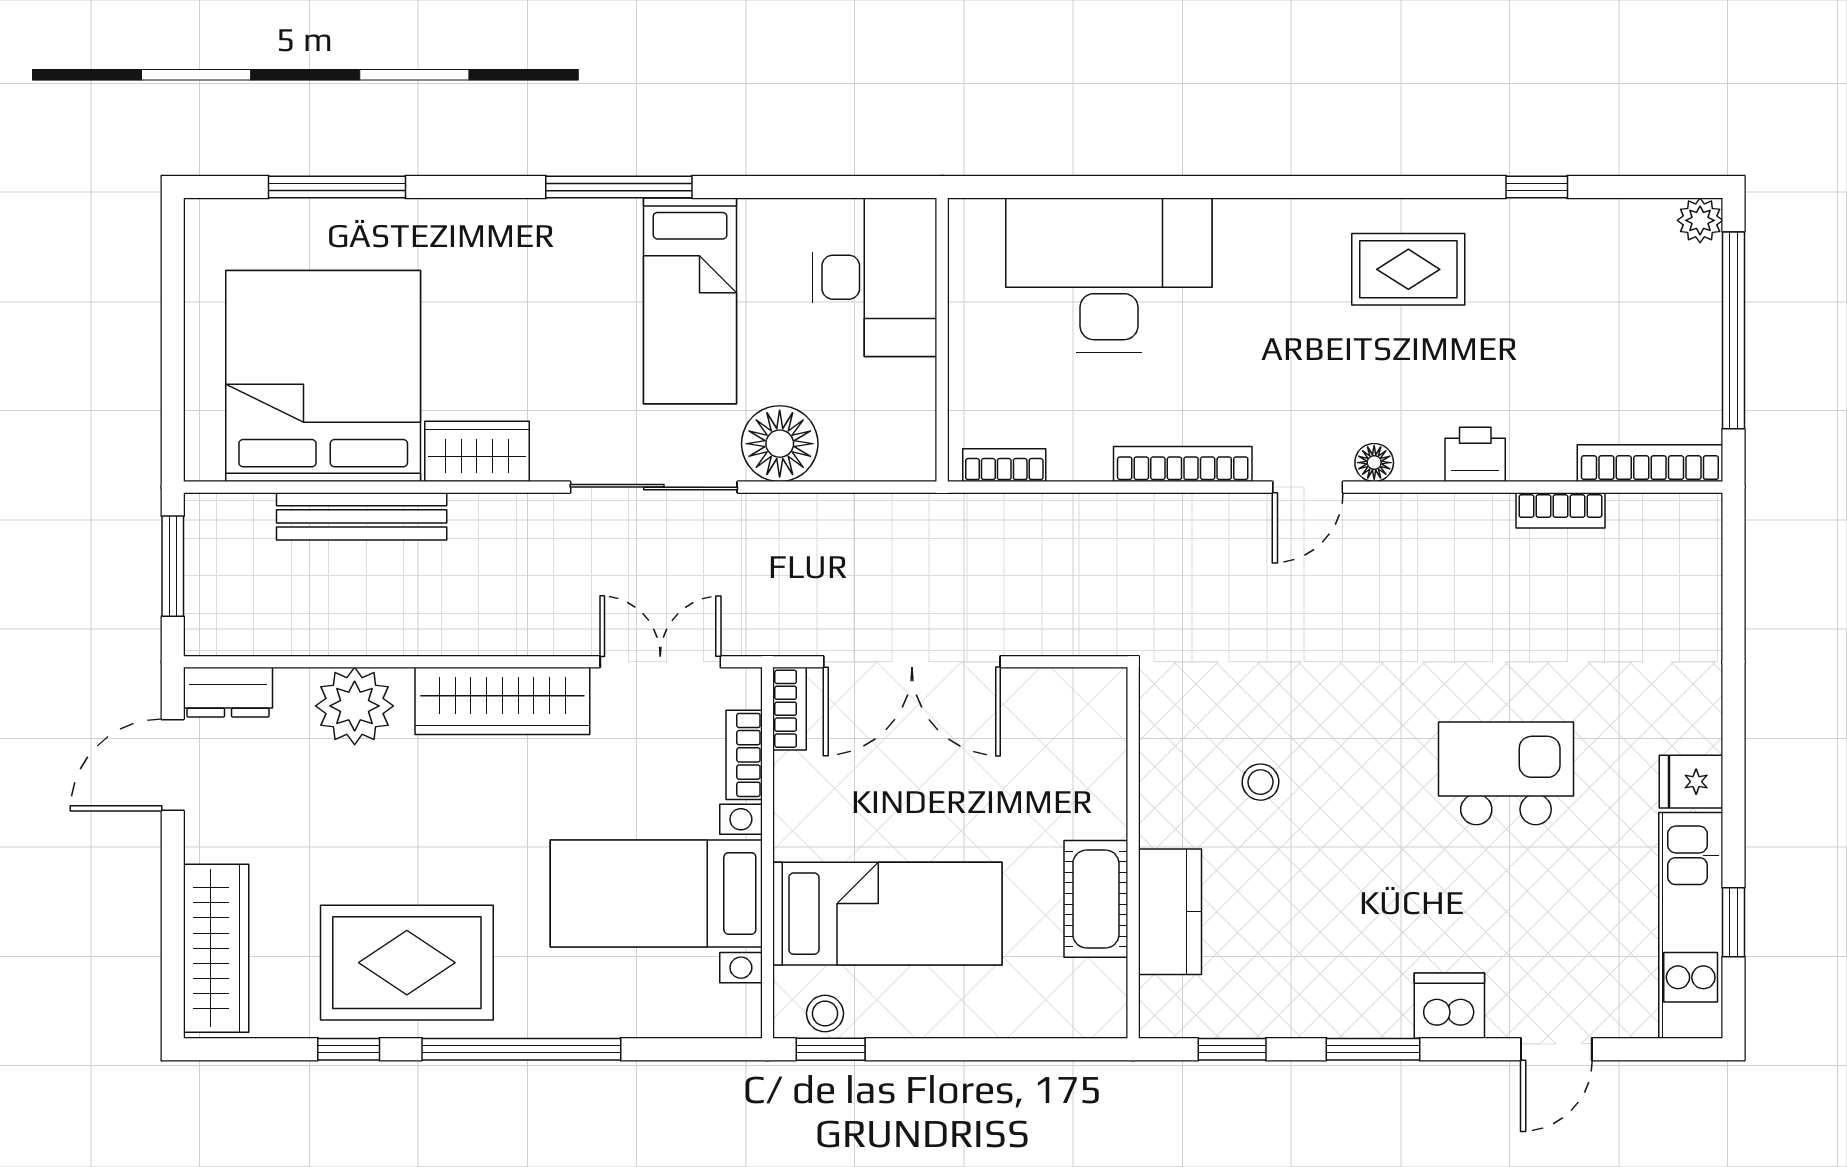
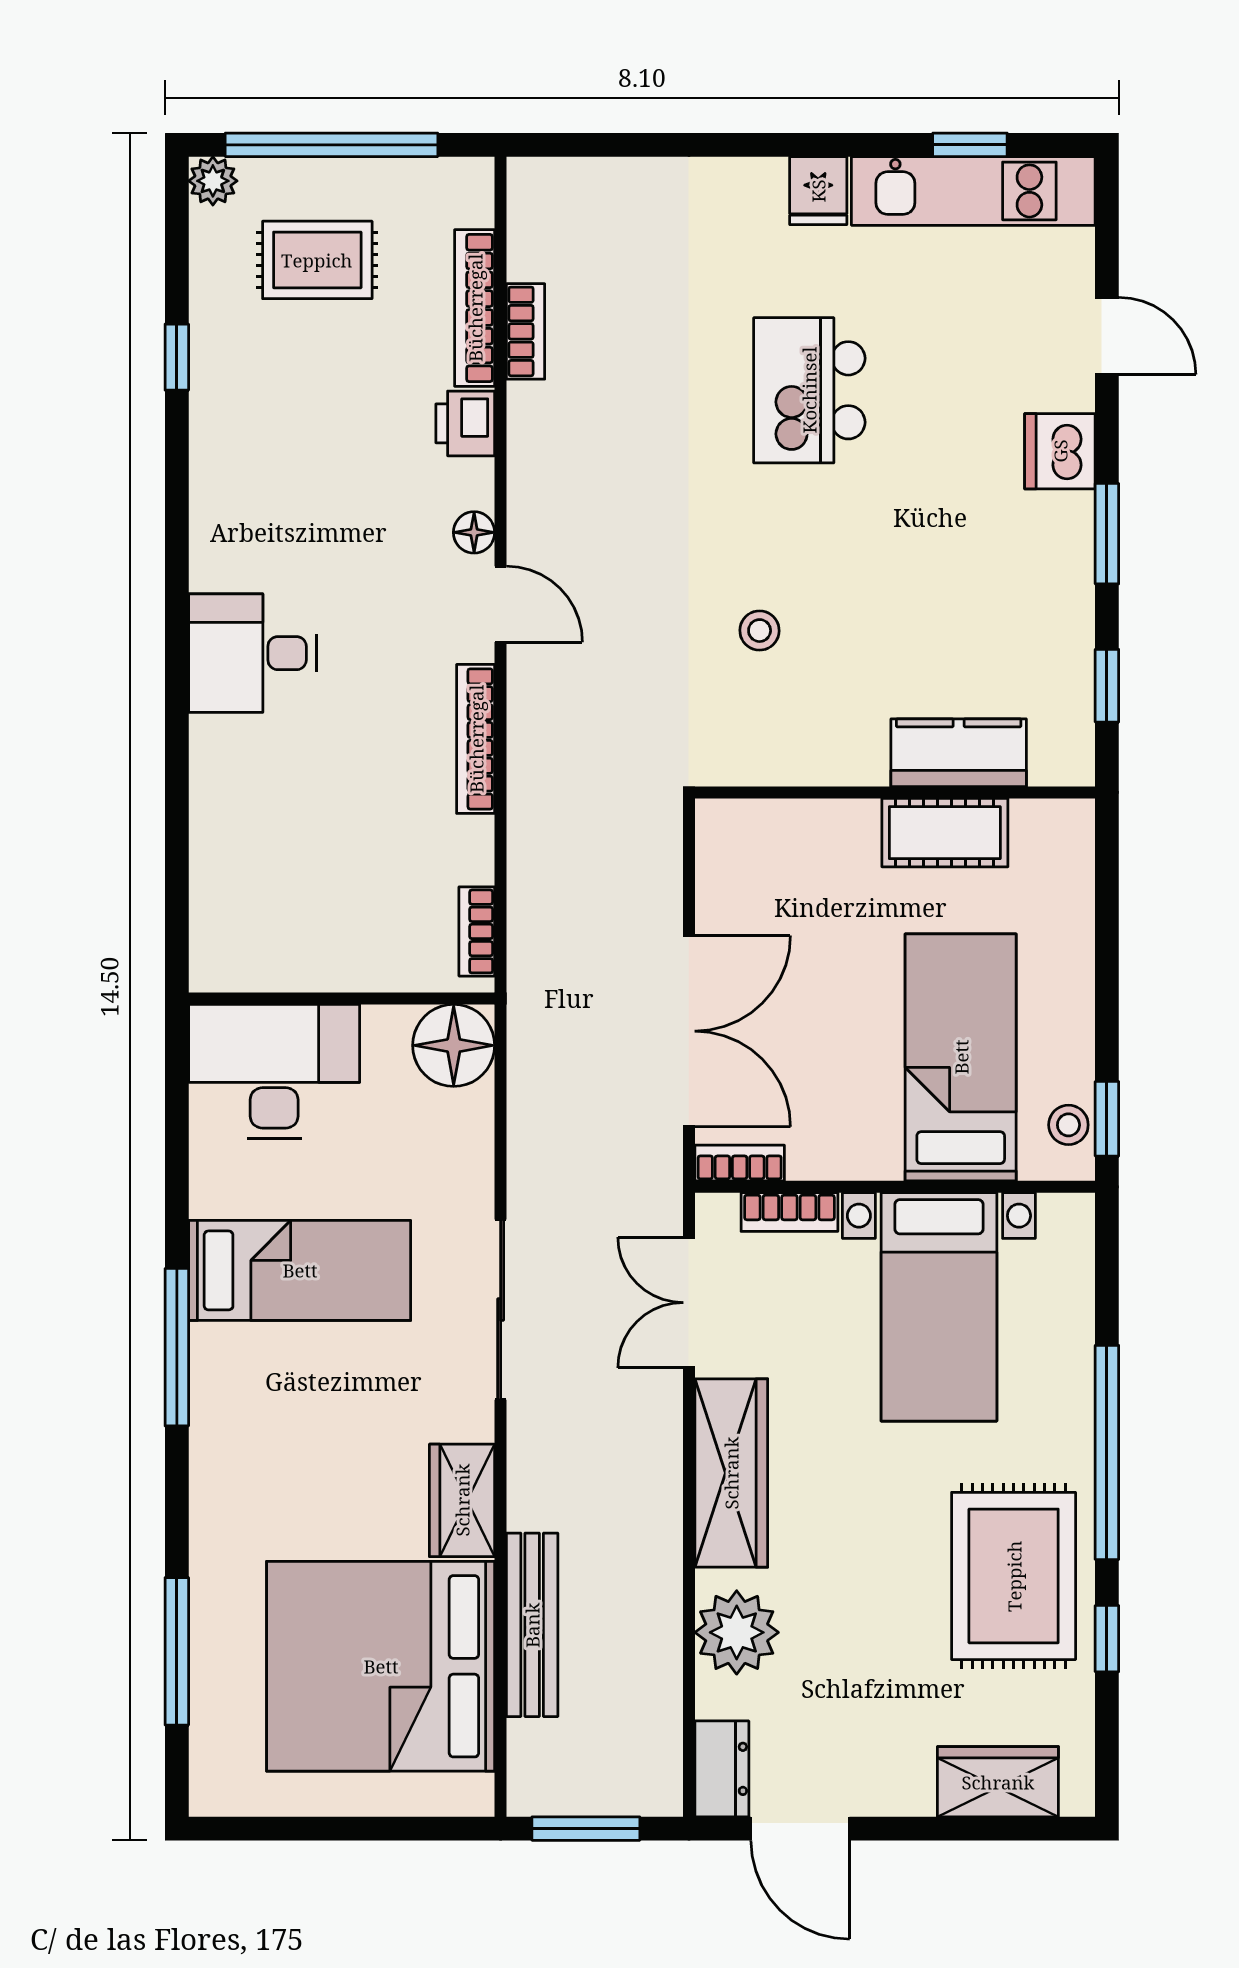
rug: (1408, 269) -> (317, 260), moved, turned 90
desk: (1109, 275) -> (253, 653), moved, width x0.53, depth x0.77
floor lamp: (780, 444) -> (454, 1045), moved
bookcase: (1650, 463) -> (475, 308), moved
stool: (1261, 782) -> (760, 631), moved
wardrobe: (216, 948) -> (998, 1782), width x0.67

